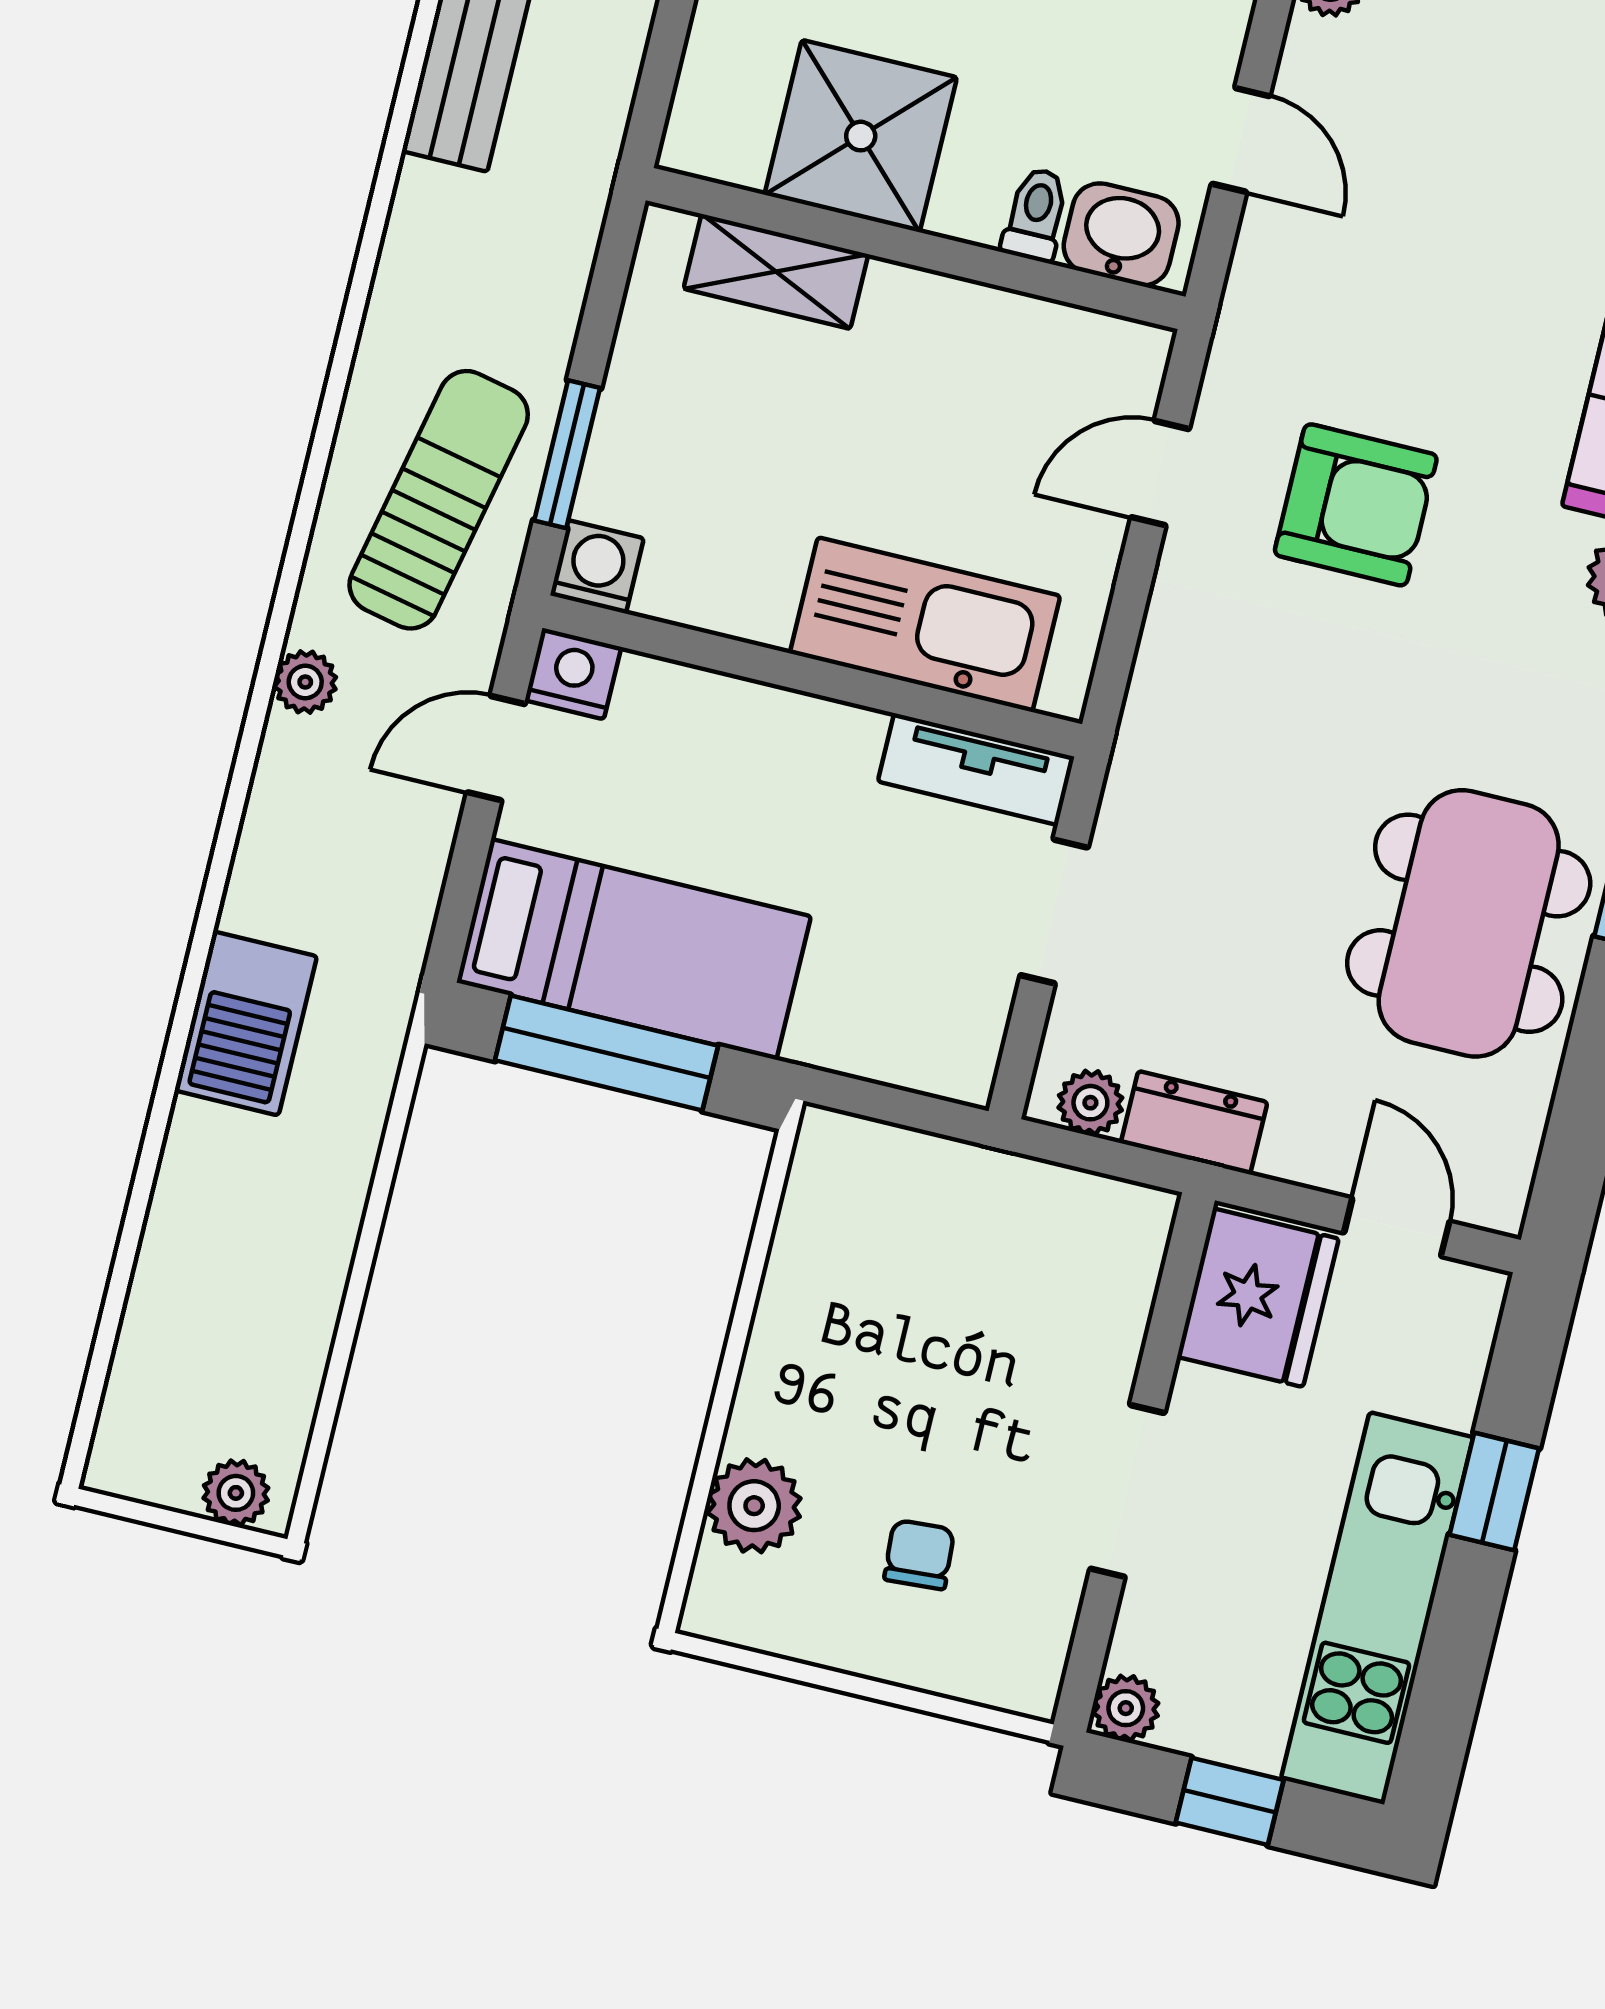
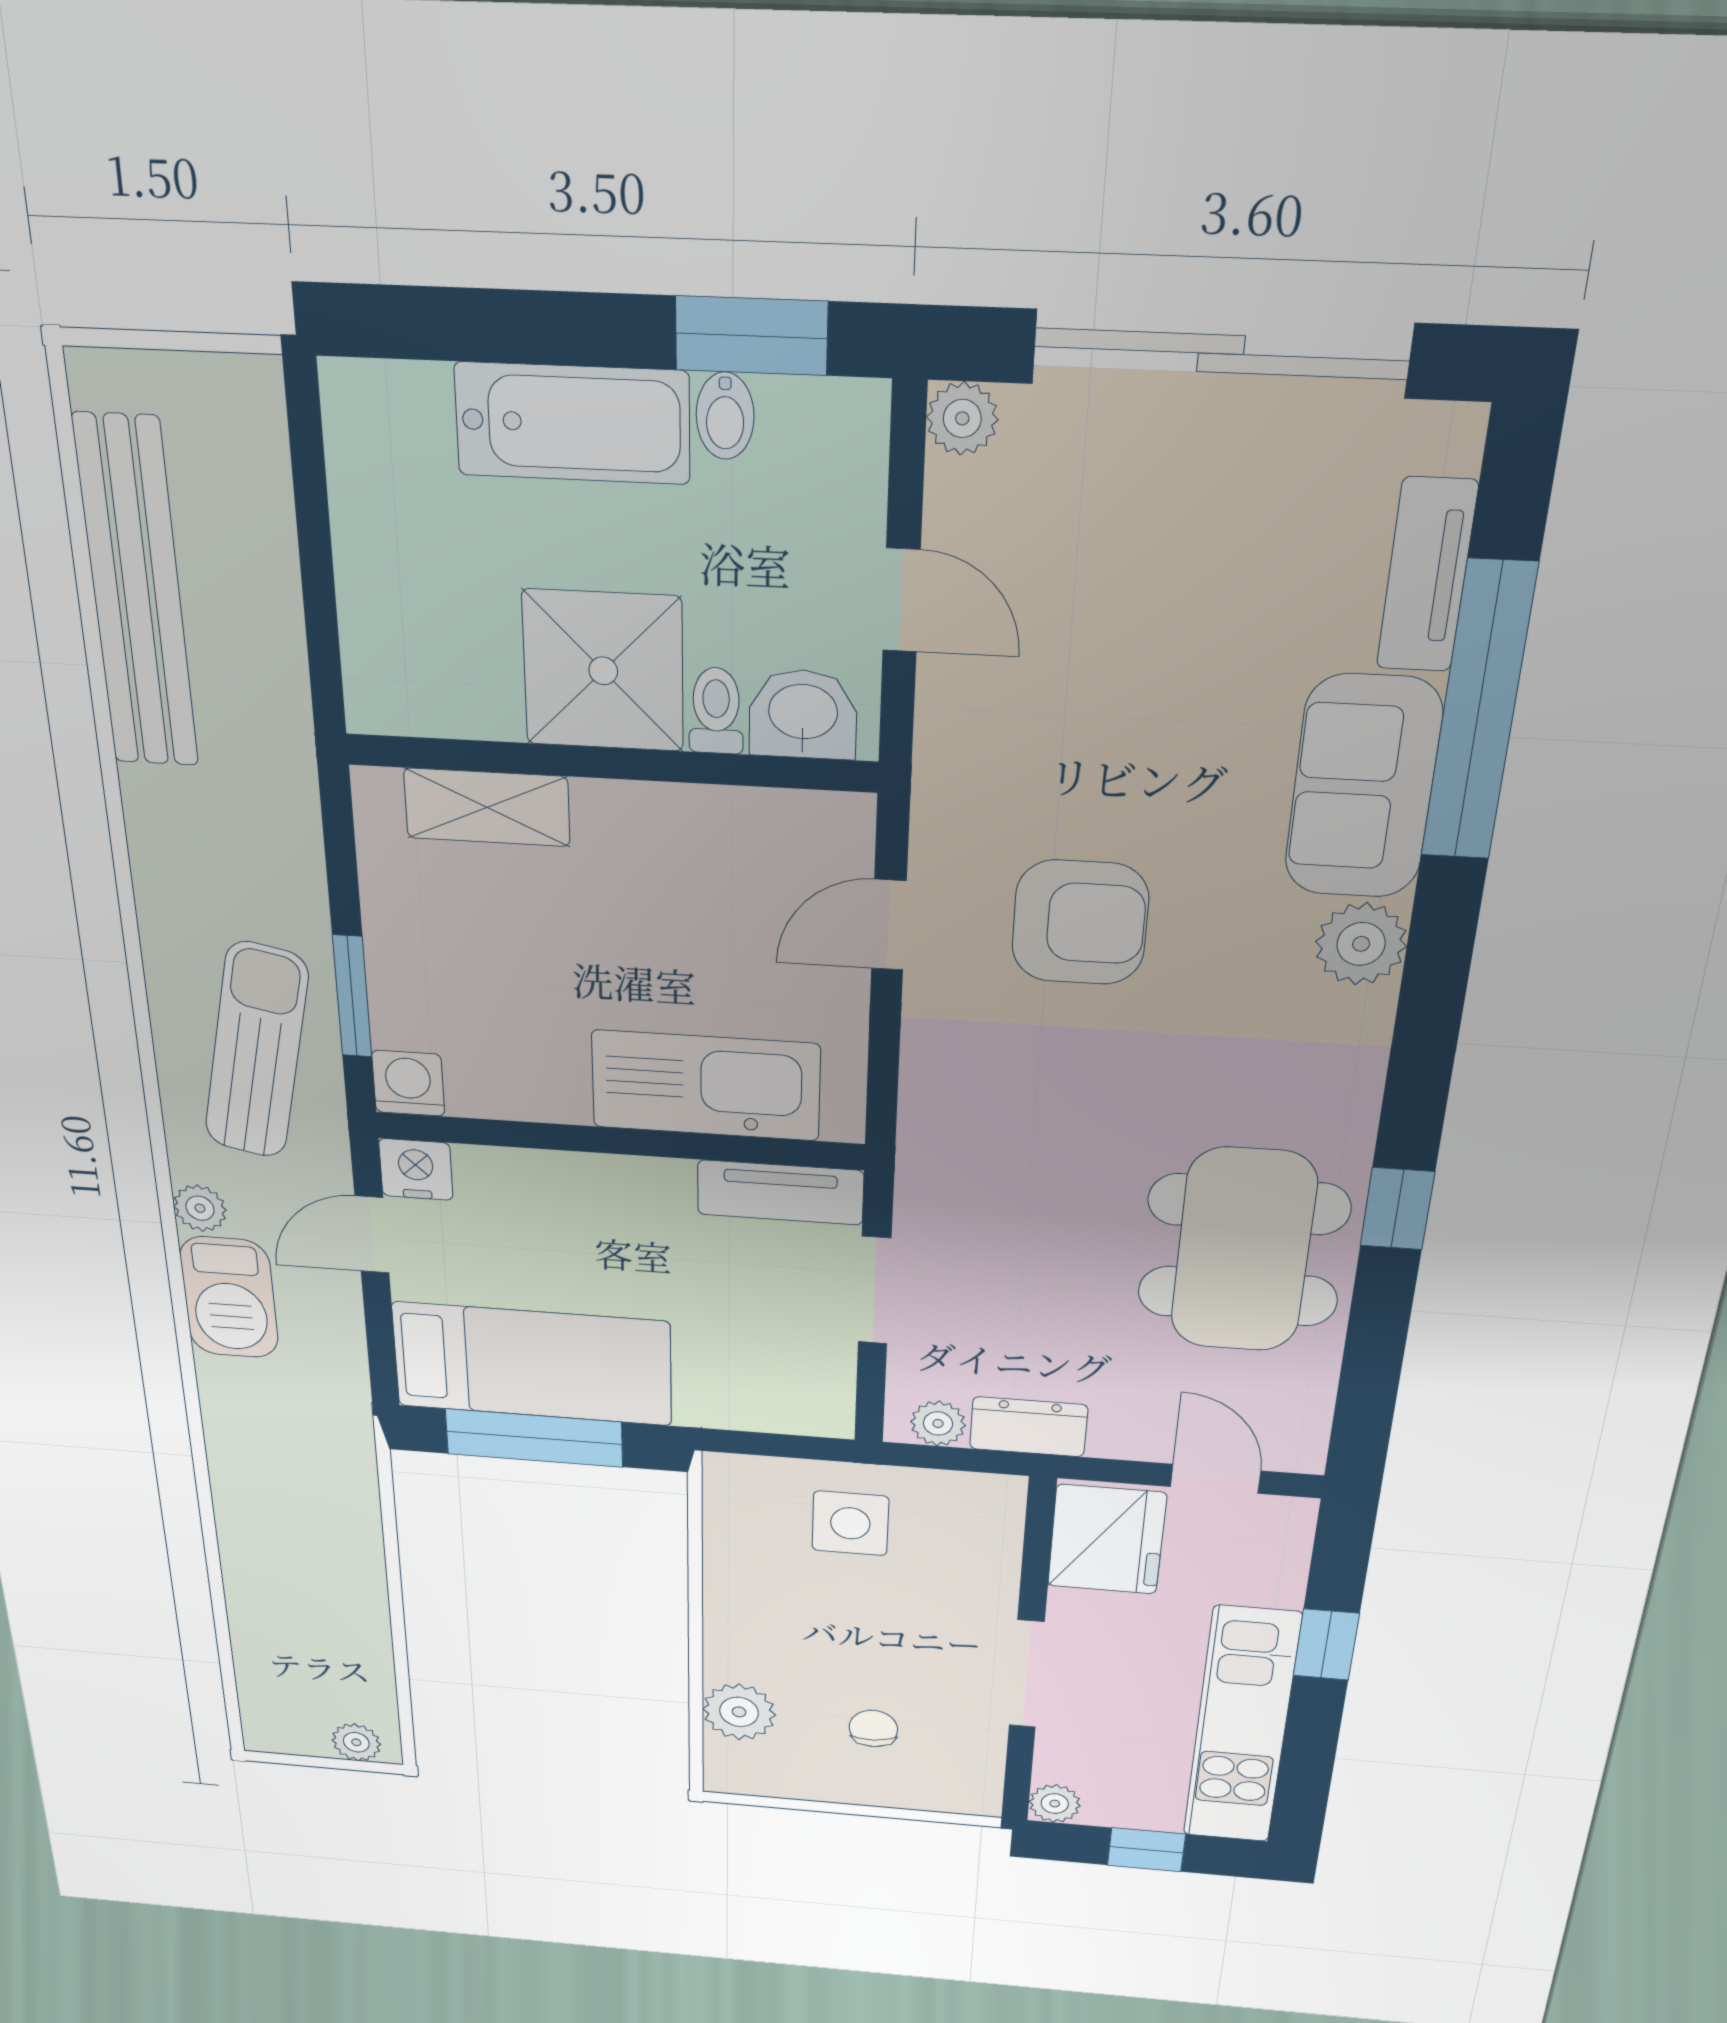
shower: (861, 136) -> (603, 671), moved
barbecue: (246, 1023) -> (229, 1298), moved
side table: (958, 1231) -> (850, 1523), added

